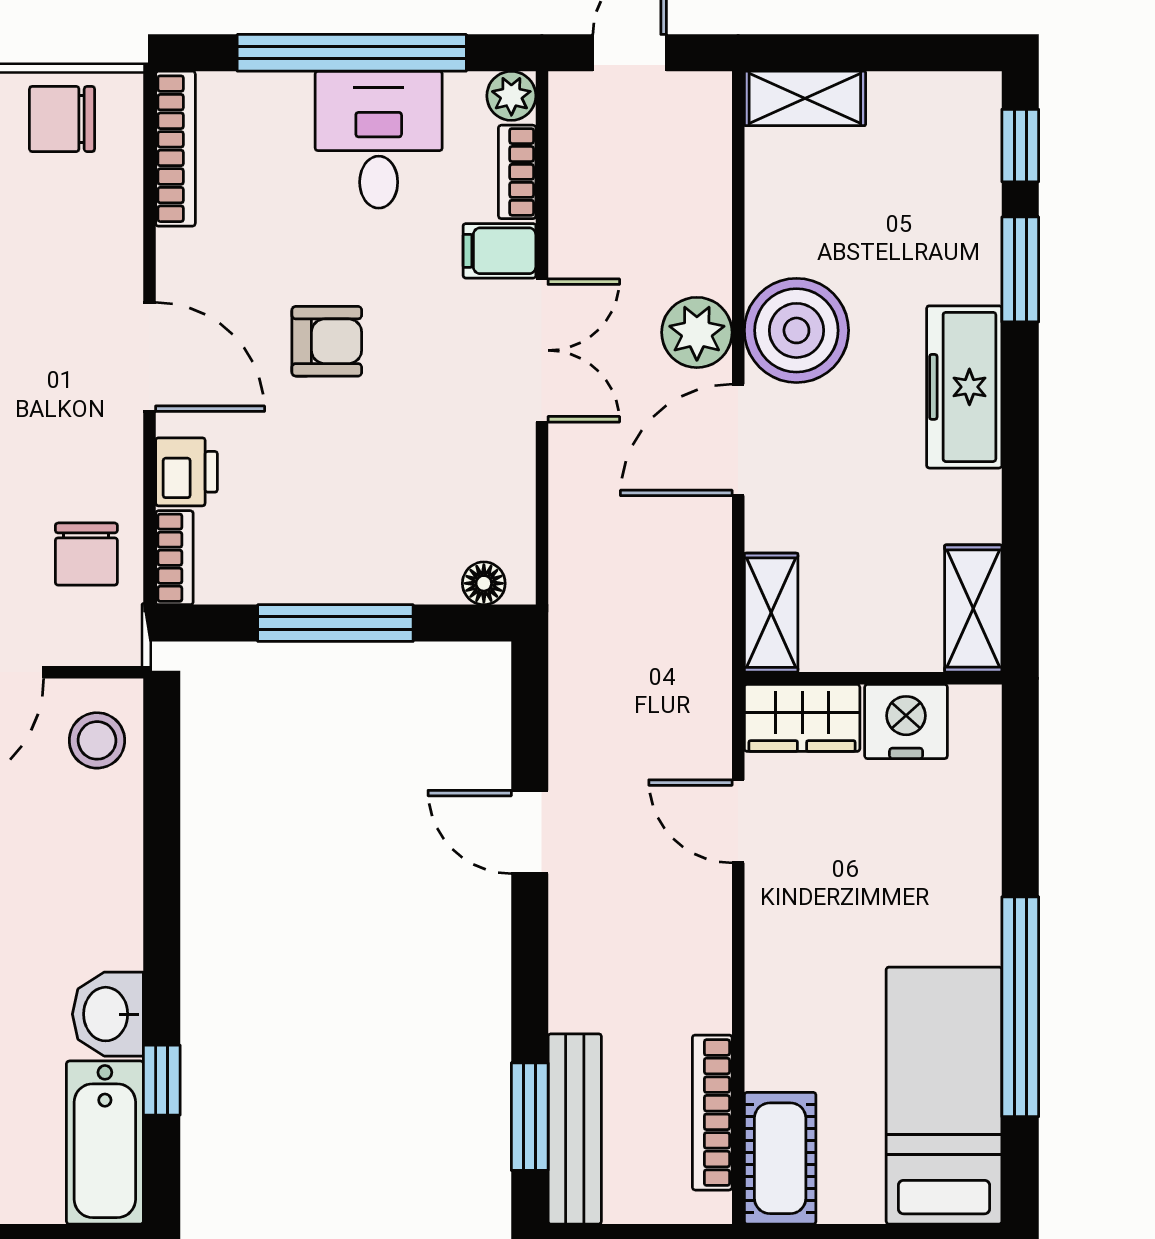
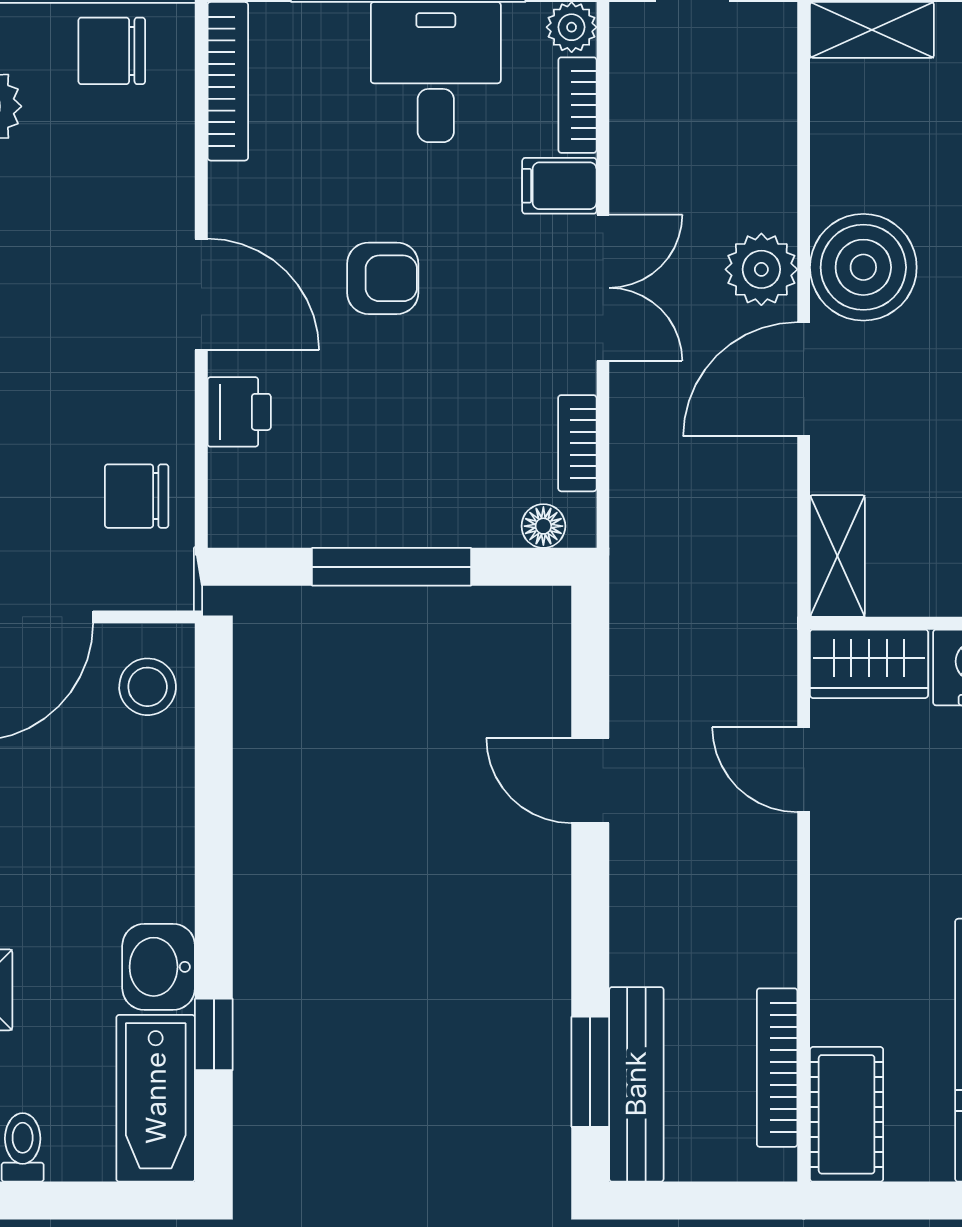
chair: (86, 554) -> (137, 496), turned 90
bookcase: (174, 558) -> (577, 443), moved, turned 180

